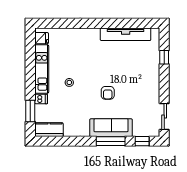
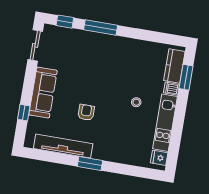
window: (100, 23) -> (90, 163), added
armchair: (108, 93) -> (86, 112), moved
sofa: (111, 128) -> (43, 93), moved, turned -90
kitchen counter: (49, 130) -> (174, 66), moved, turned 90

